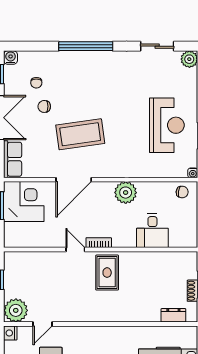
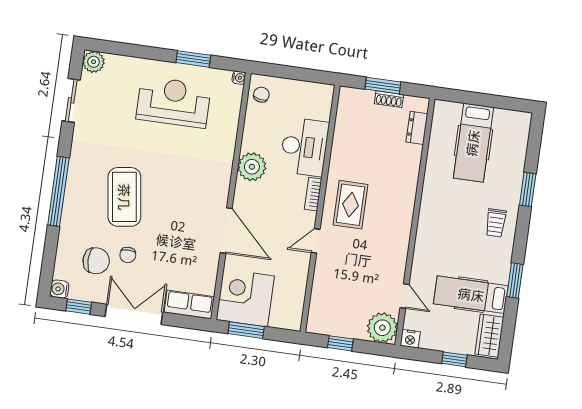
chair: (36, 83) -> (96, 261), width x1.87, depth x1.87
coffee table: (80, 134) -> (124, 197), moved
desk: (152, 231) -> (304, 147), width x1.37
bookcase: (99, 243) -> (313, 194), moved
rug: (107, 273) -> (350, 205), turned 90

